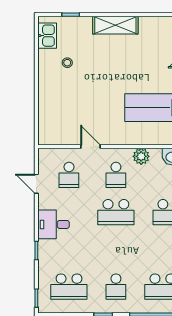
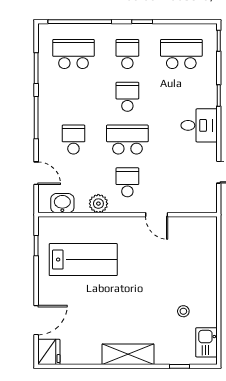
school desk: (69, 175) -> (127, 97), moved

